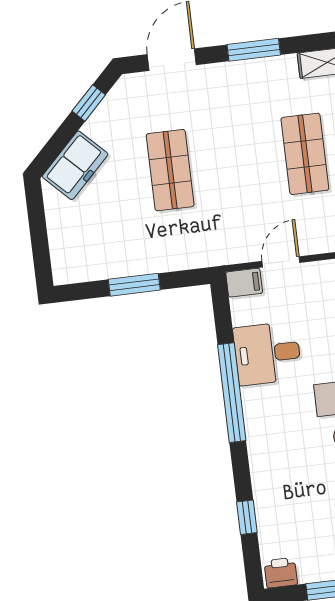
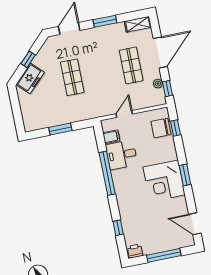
window: (89, 103) -> (28, 59), moved
filing cabinet: (244, 283) -> (111, 137), moved

